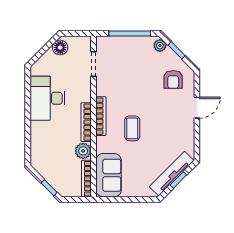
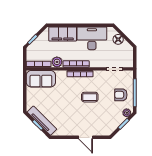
floor lamp: (60, 48) -> (118, 39), moved
armchair: (173, 79) -> (121, 95), moved
coffee table: (132, 128) -> (90, 97), moved
filing cabinet: (41, 142) -> (63, 34), added

